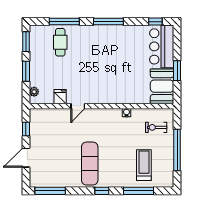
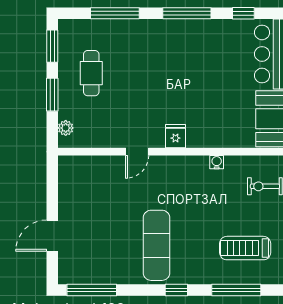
window: (155, 22) -> (243, 13), moved
cafe table: (60, 42) -> (91, 73), moved
fridge: (60, 97) -> (175, 136), moved
window: (26, 129) -> (52, 189), removed
treadmill: (144, 165) -> (245, 248), turned -90

